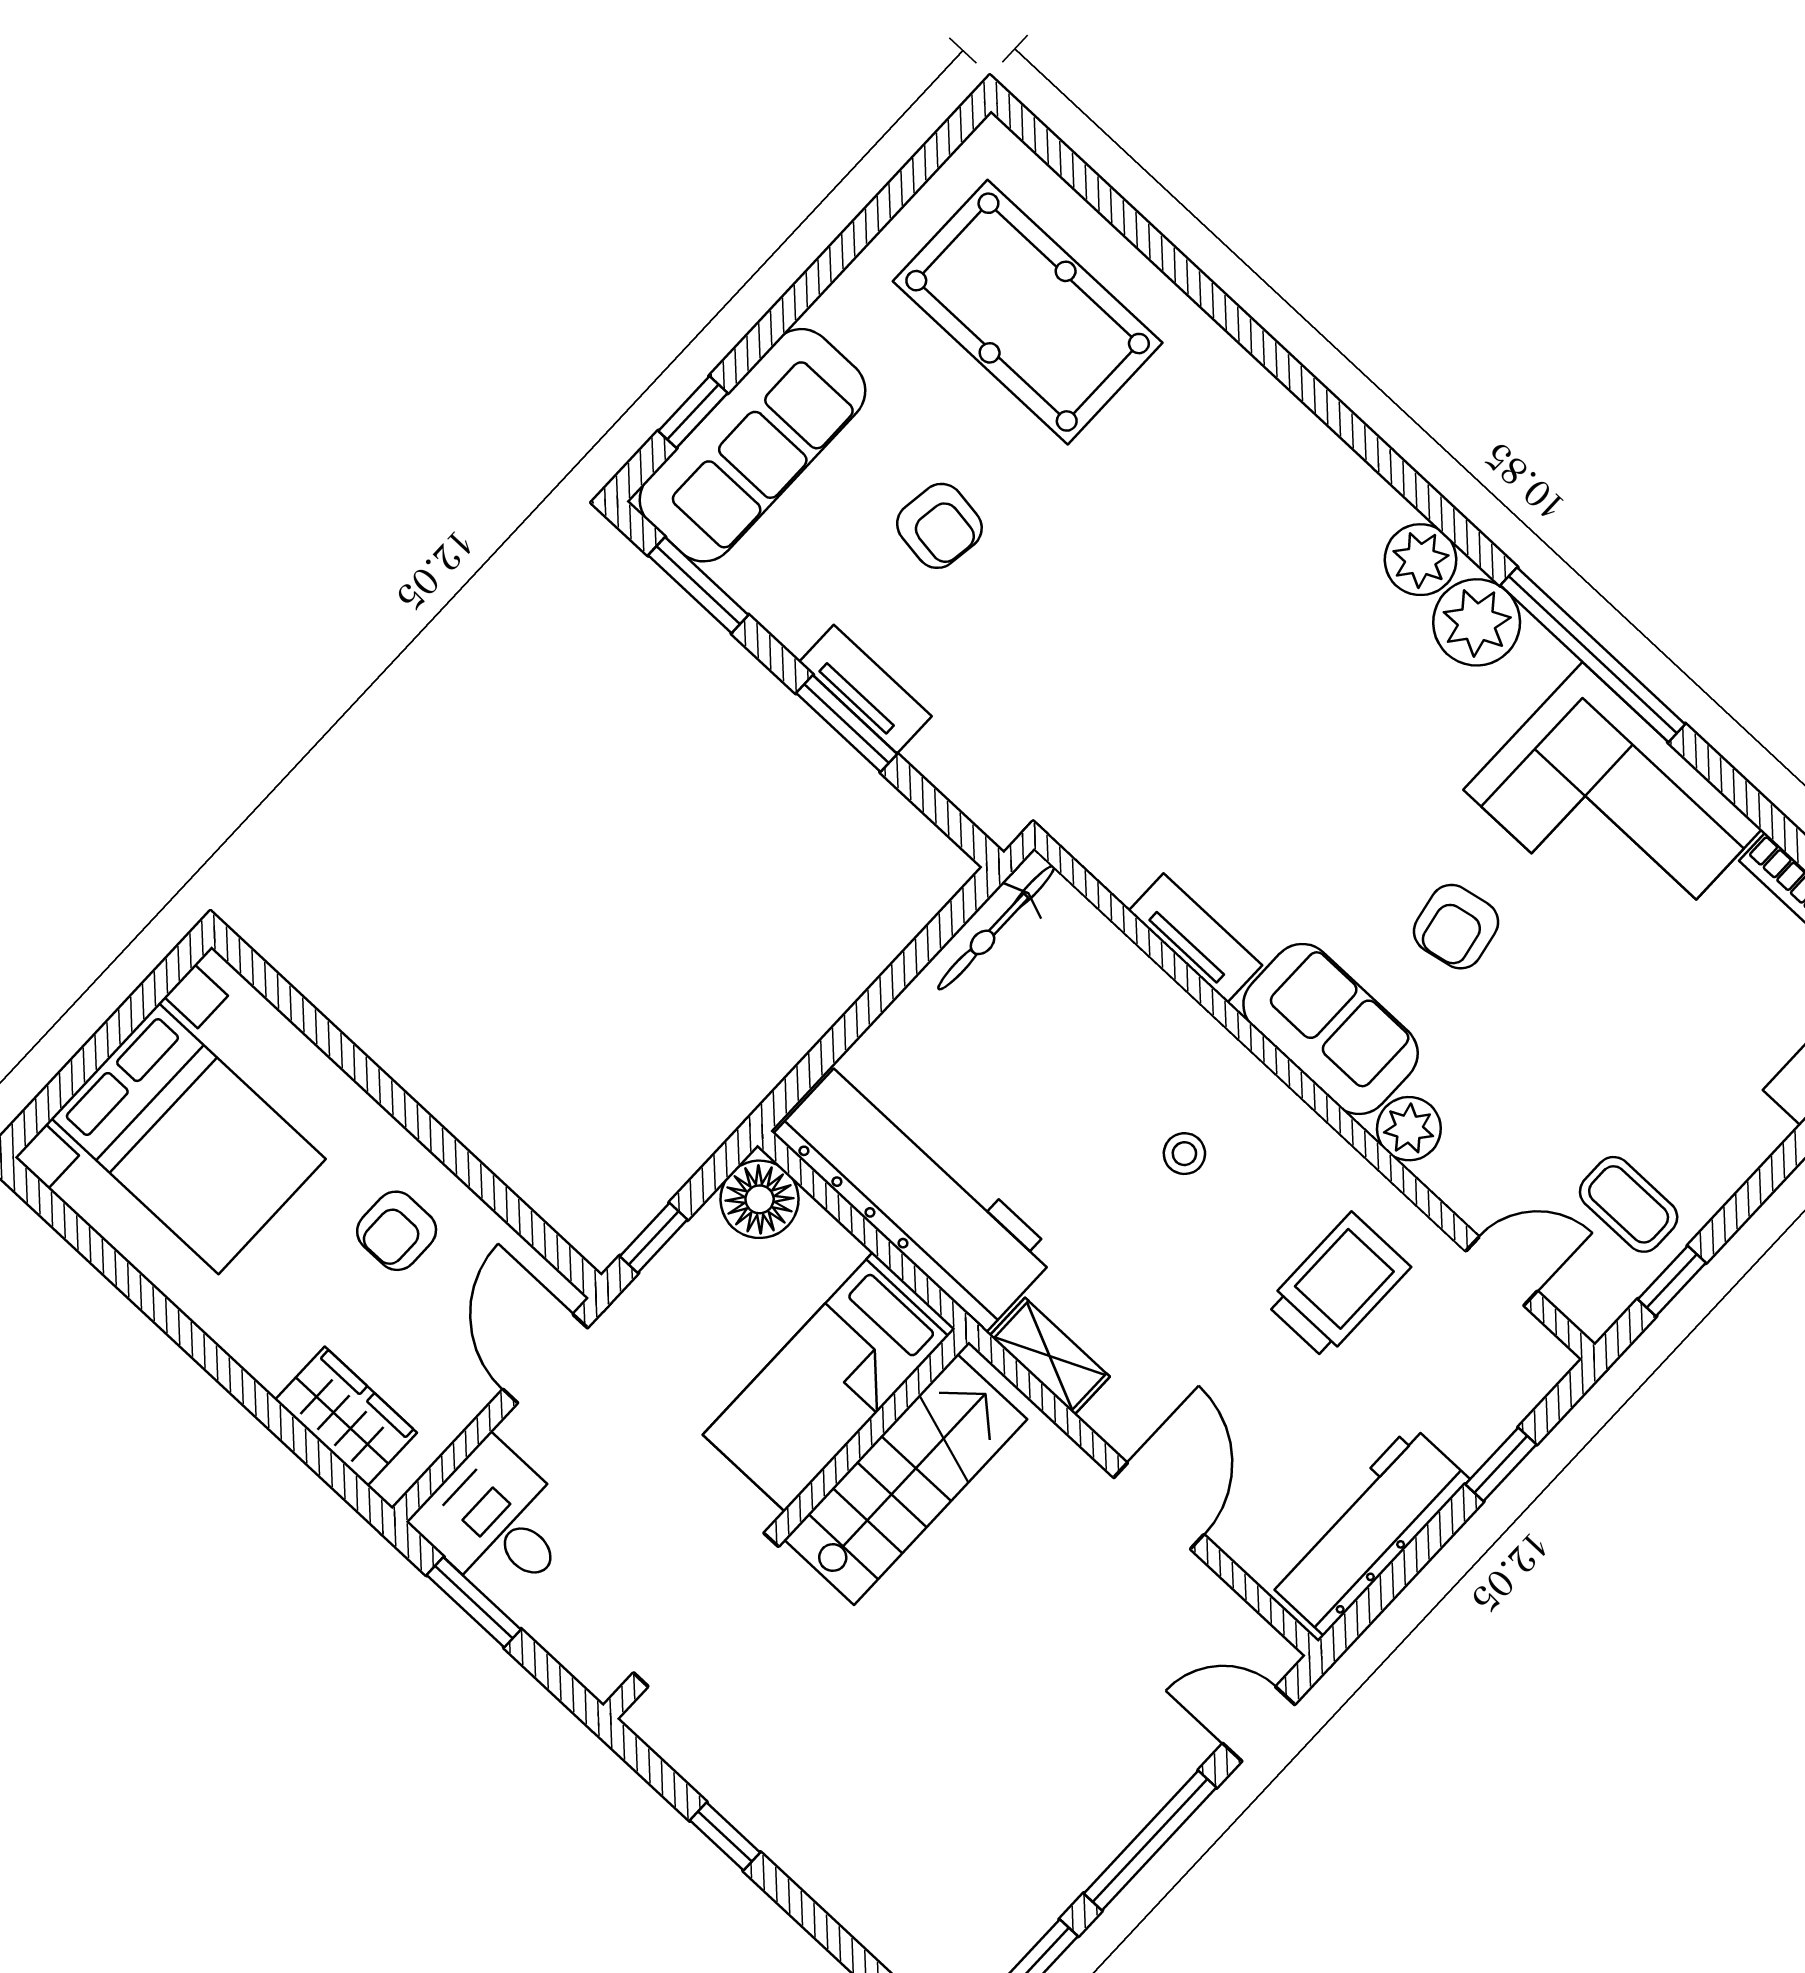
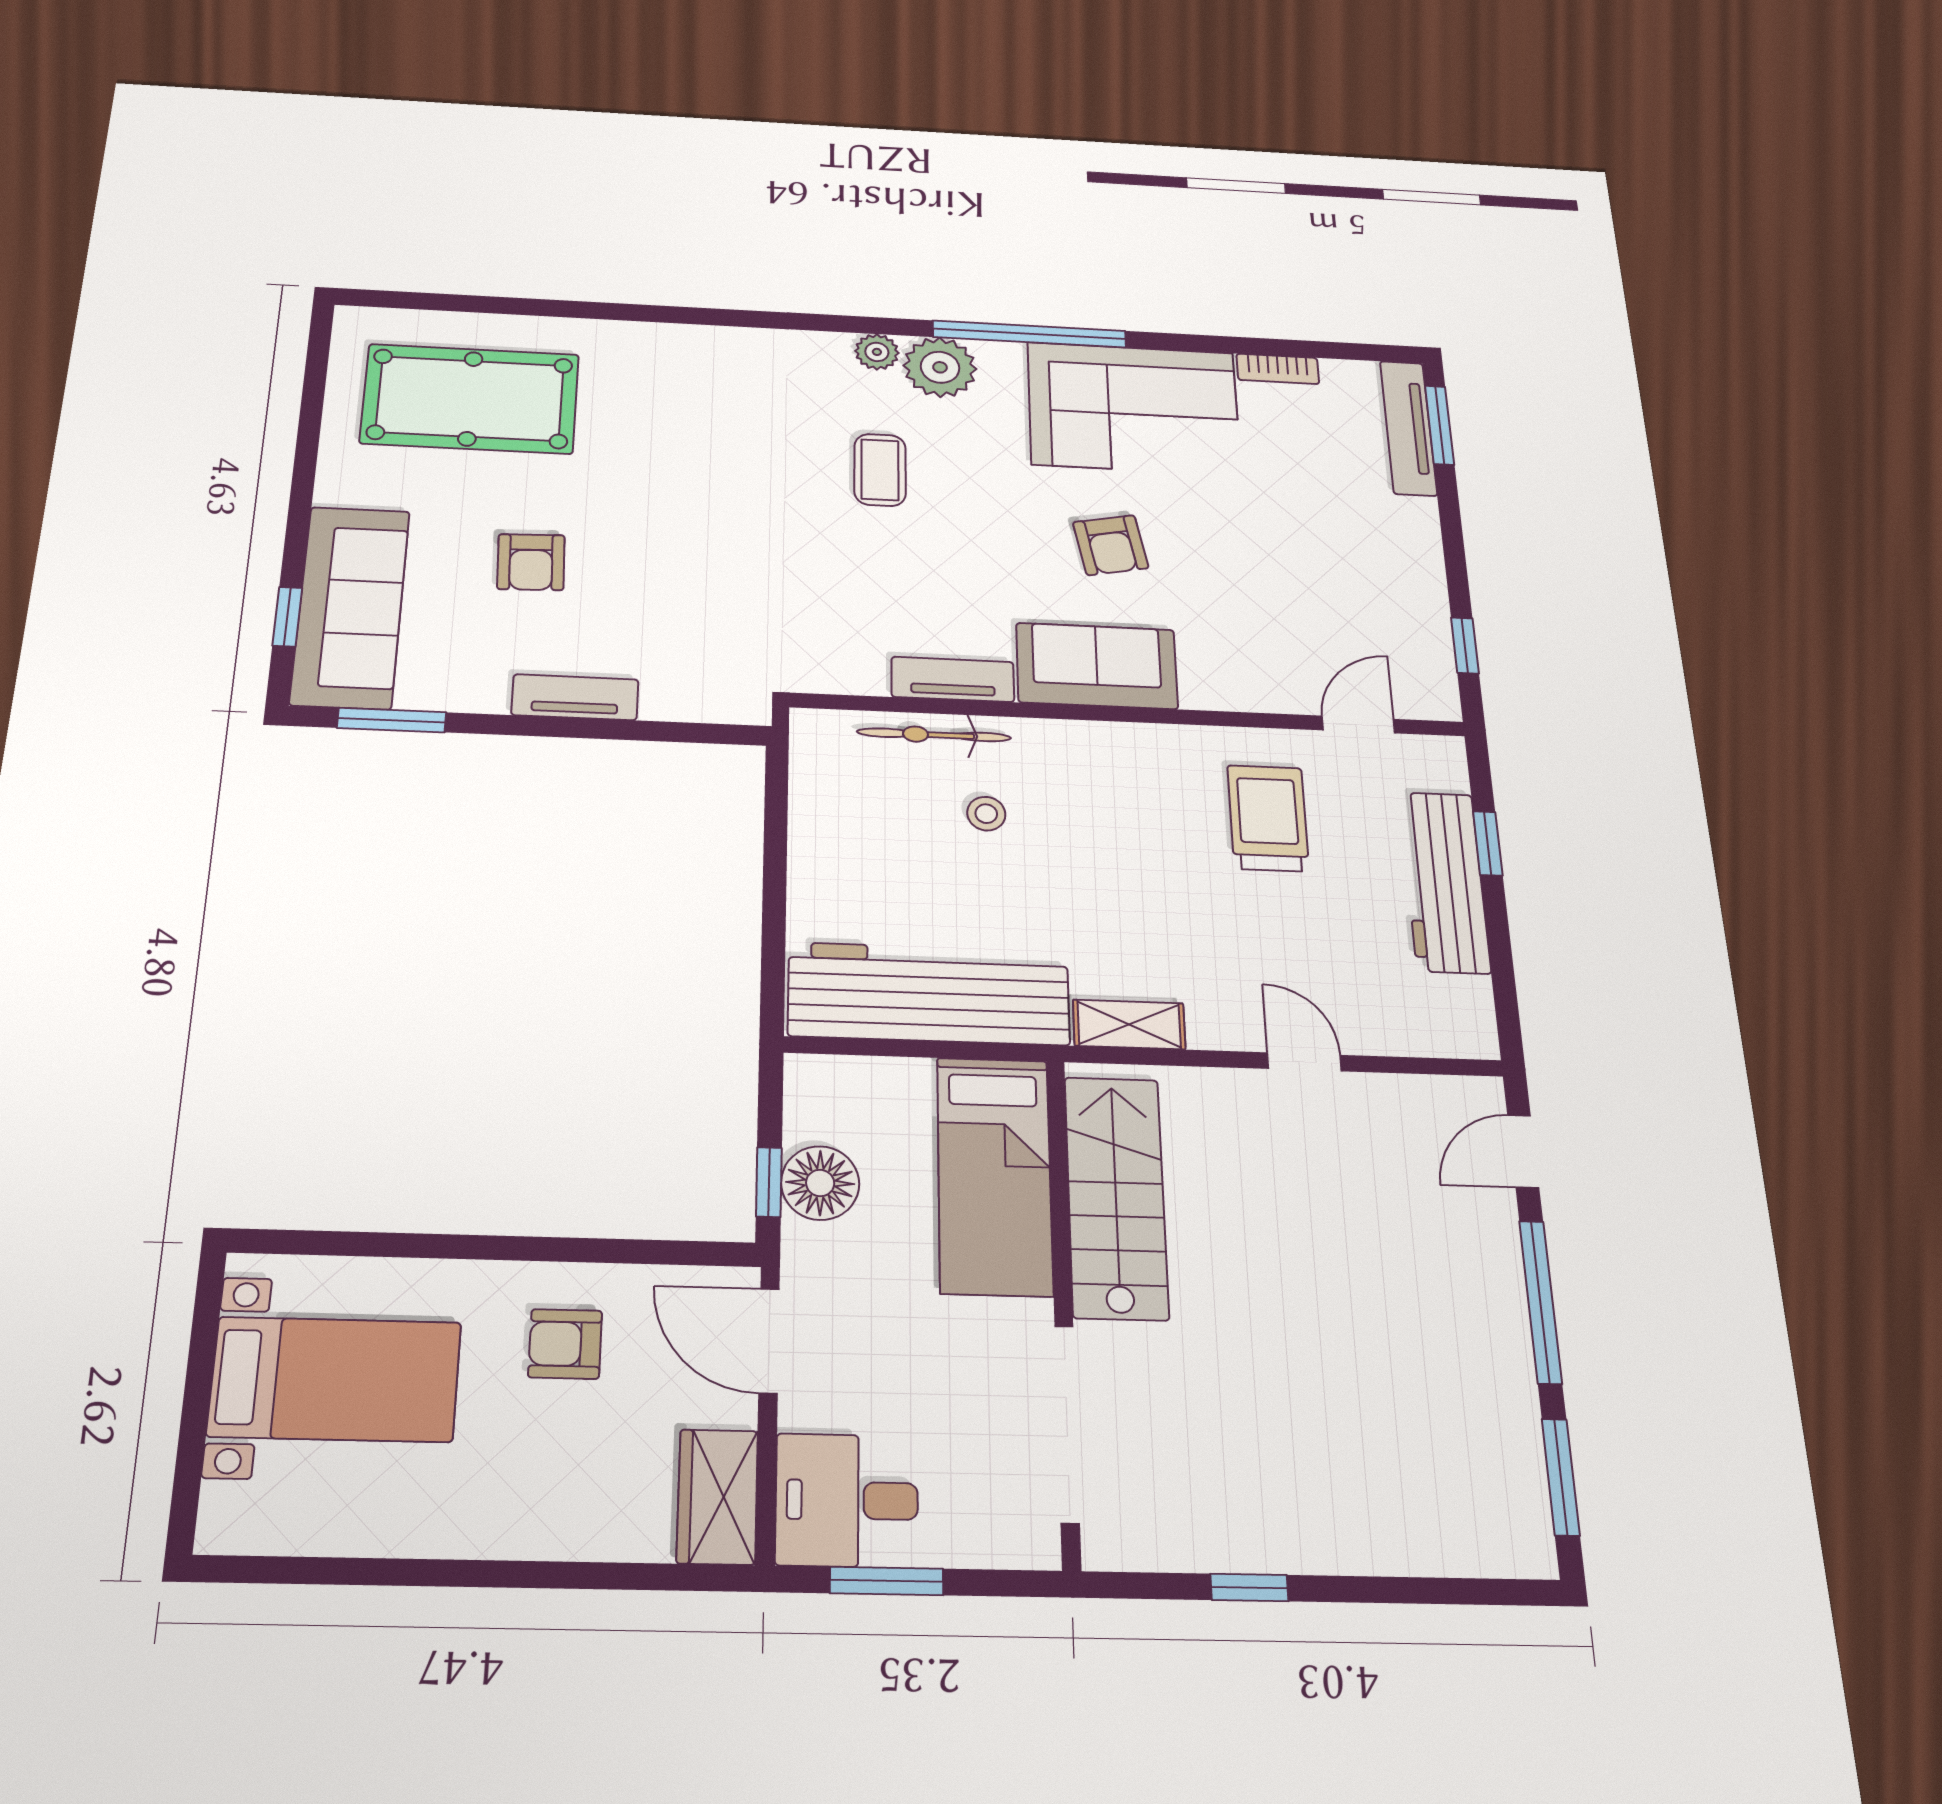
armchair: (939, 526) -> (531, 562), turned 80
plant: (1421, 560) -> (877, 352), width x0.73, depth x0.73
window: (847, 723) -> (582, 728), removed
bicycle: (996, 928) -> (934, 735), moved, turned 90
plant: (1409, 1129) -> (1209, 686), removed
bed with nightstands: (189, 1139) -> (335, 1379), width x0.73
stool: (1184, 1154) -> (986, 814), moved
floor lamp: (760, 1199) -> (820, 1183), moved
coffee table: (1629, 1204) -> (880, 470), moved, turned 90
armchair: (397, 1231) -> (565, 1344), turned 90
wardrobe: (346, 1416) -> (717, 1497), moved, turned -90
door: (1159, 1506) -> (1304, 1062), width x0.73
workbench: (1368, 1530) -> (1444, 882), moved

